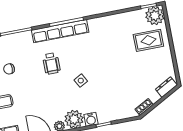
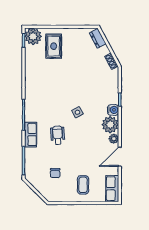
row of seats: (60, 31) -> (31, 135), width x0.50
wheelchair: (51, 64) -> (58, 135), turned -94

